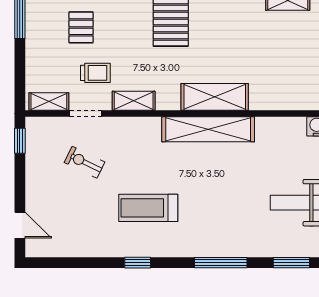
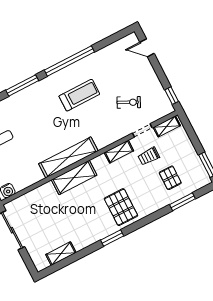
window: (138, 263) -> (69, 61), width x3.17

